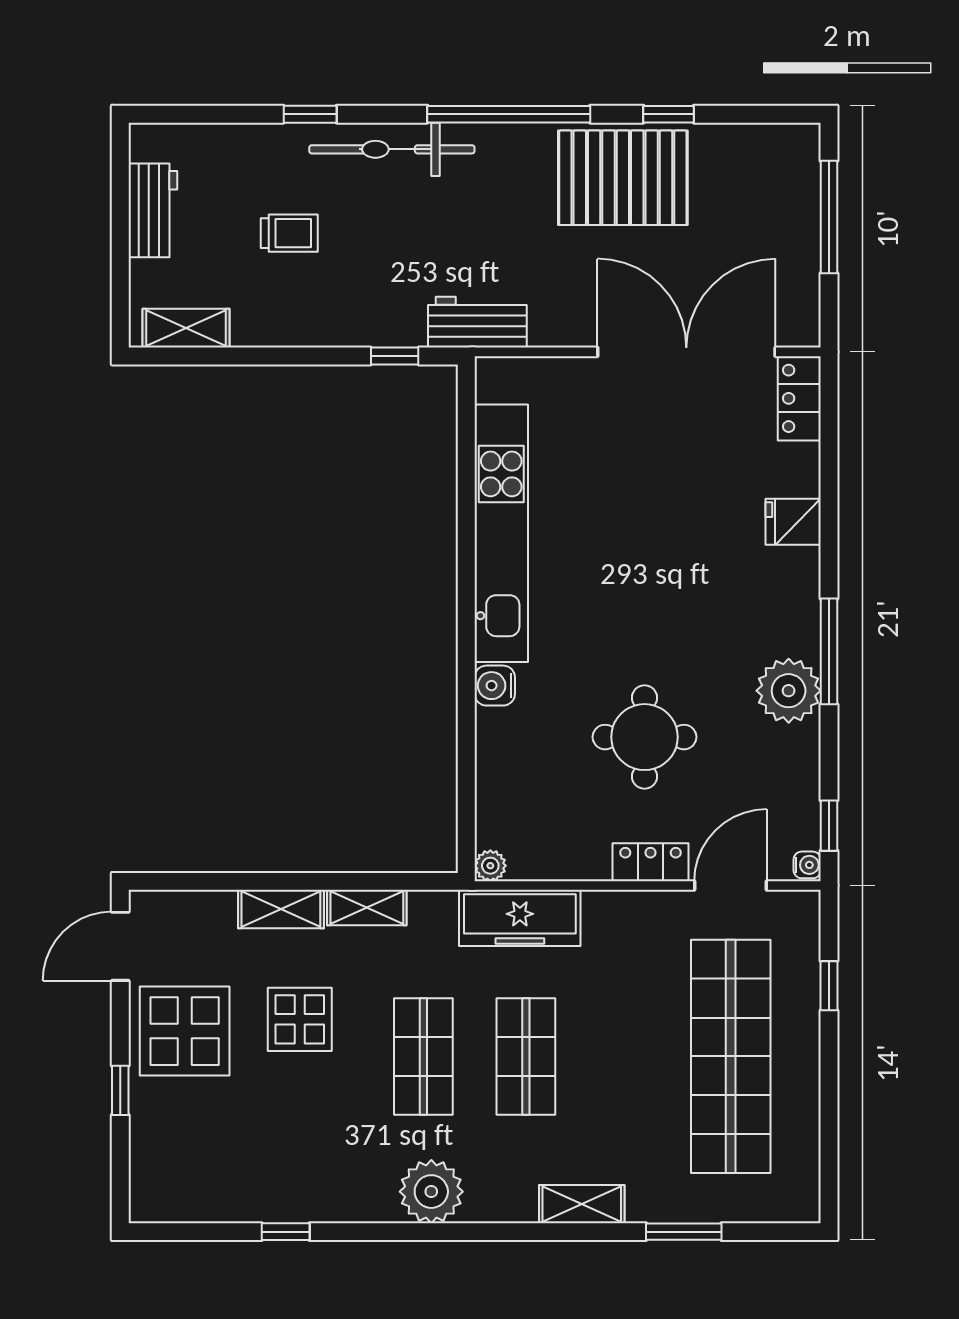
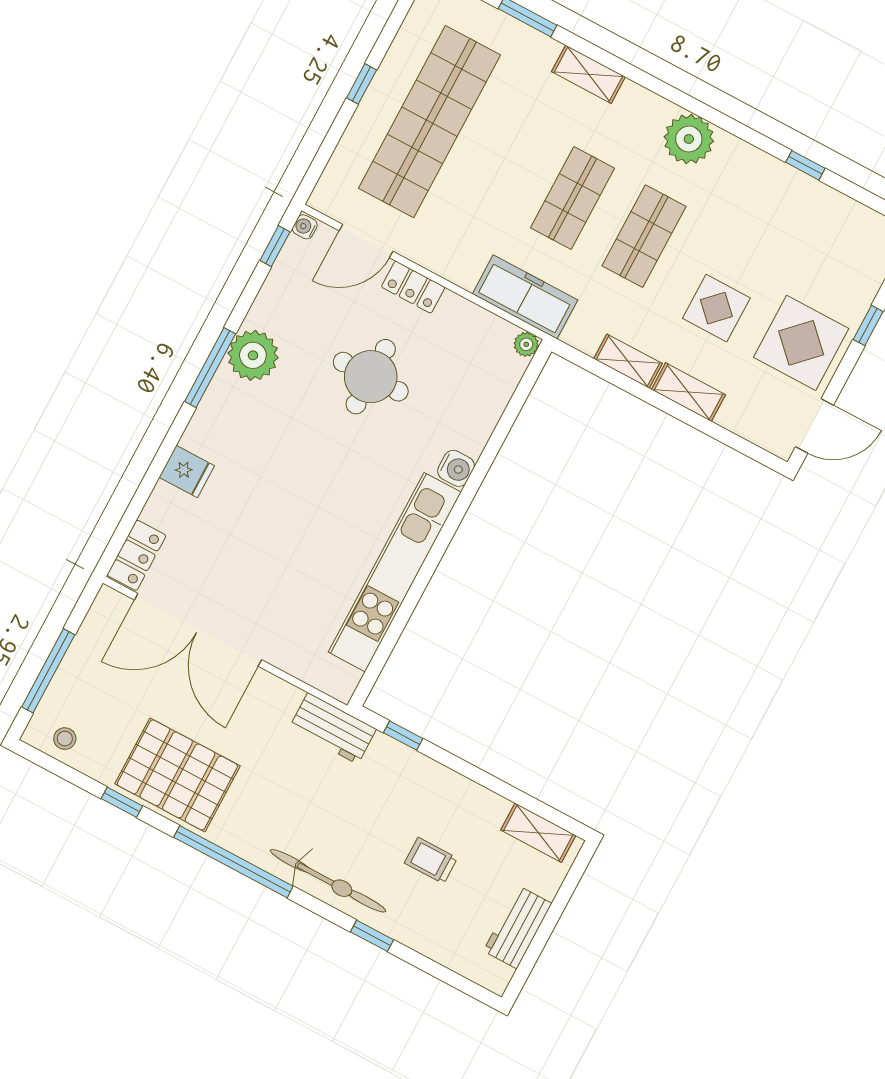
stool: (770, 151) -> (65, 739), added
window: (829, 986) -> (362, 84), moved

